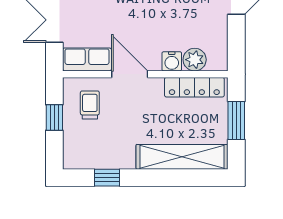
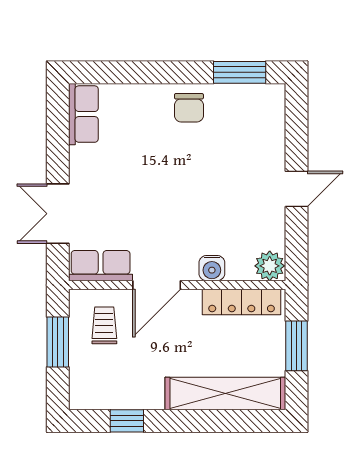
plant: (195, 60) -> (270, 266), moved
door: (130, 74) -> (157, 285), swing flipped
window: (54, 118) -> (58, 342), width x1.50

